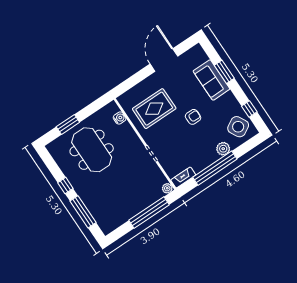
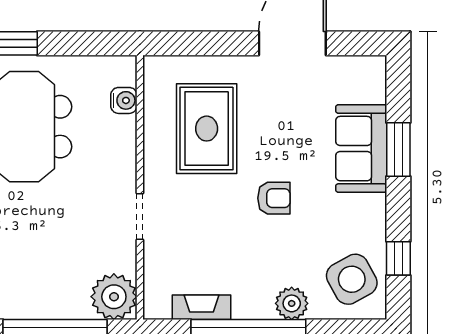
rug: (154, 109) -> (207, 129), turned 90
fireplace: (183, 177) -> (202, 307), moved
plant: (167, 188) -> (114, 297), width x1.88, depth x1.88

